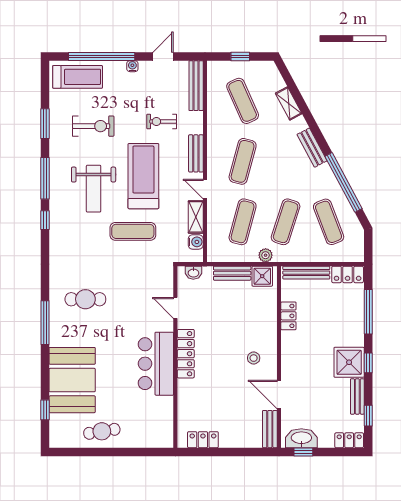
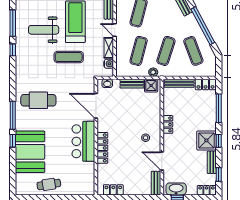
weight bench: (94, 189) -> (44, 30), turned 90
cafe table: (85, 299) -> (38, 100), width x1.37, depth x1.35
door: (175, 308) -> (96, 106), width x1.88
locker: (288, 316) -> (168, 124), moved
locker: (186, 354) -> (102, 148), moved
window: (45, 410) -> (13, 141), moved

